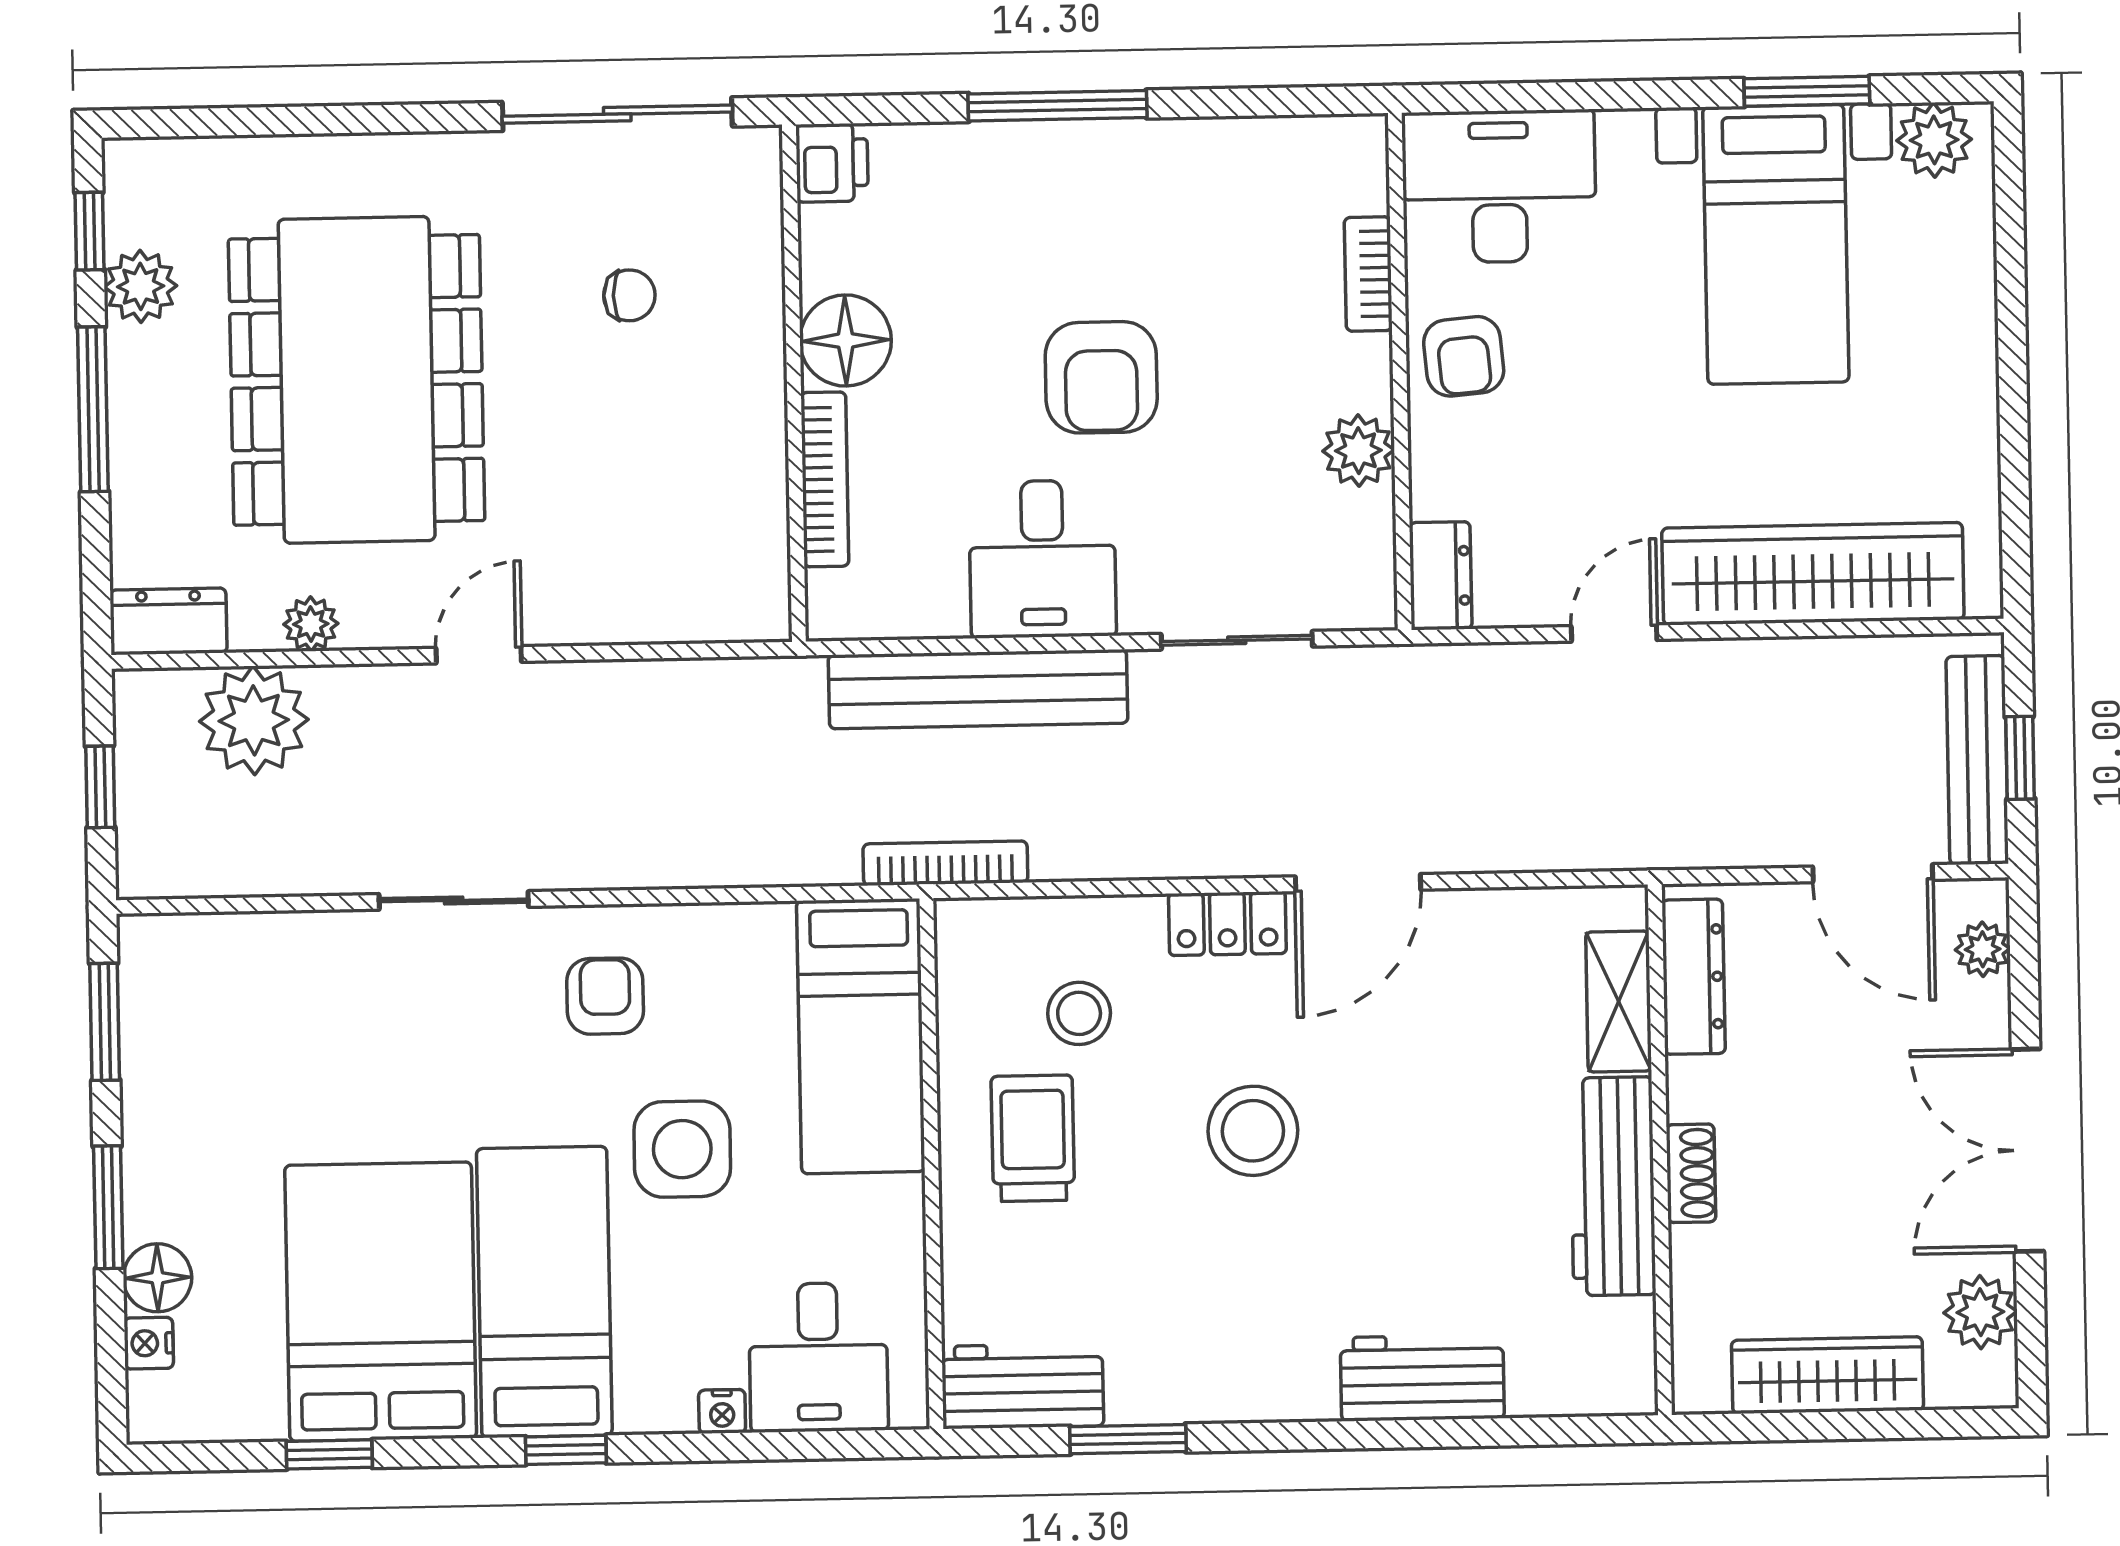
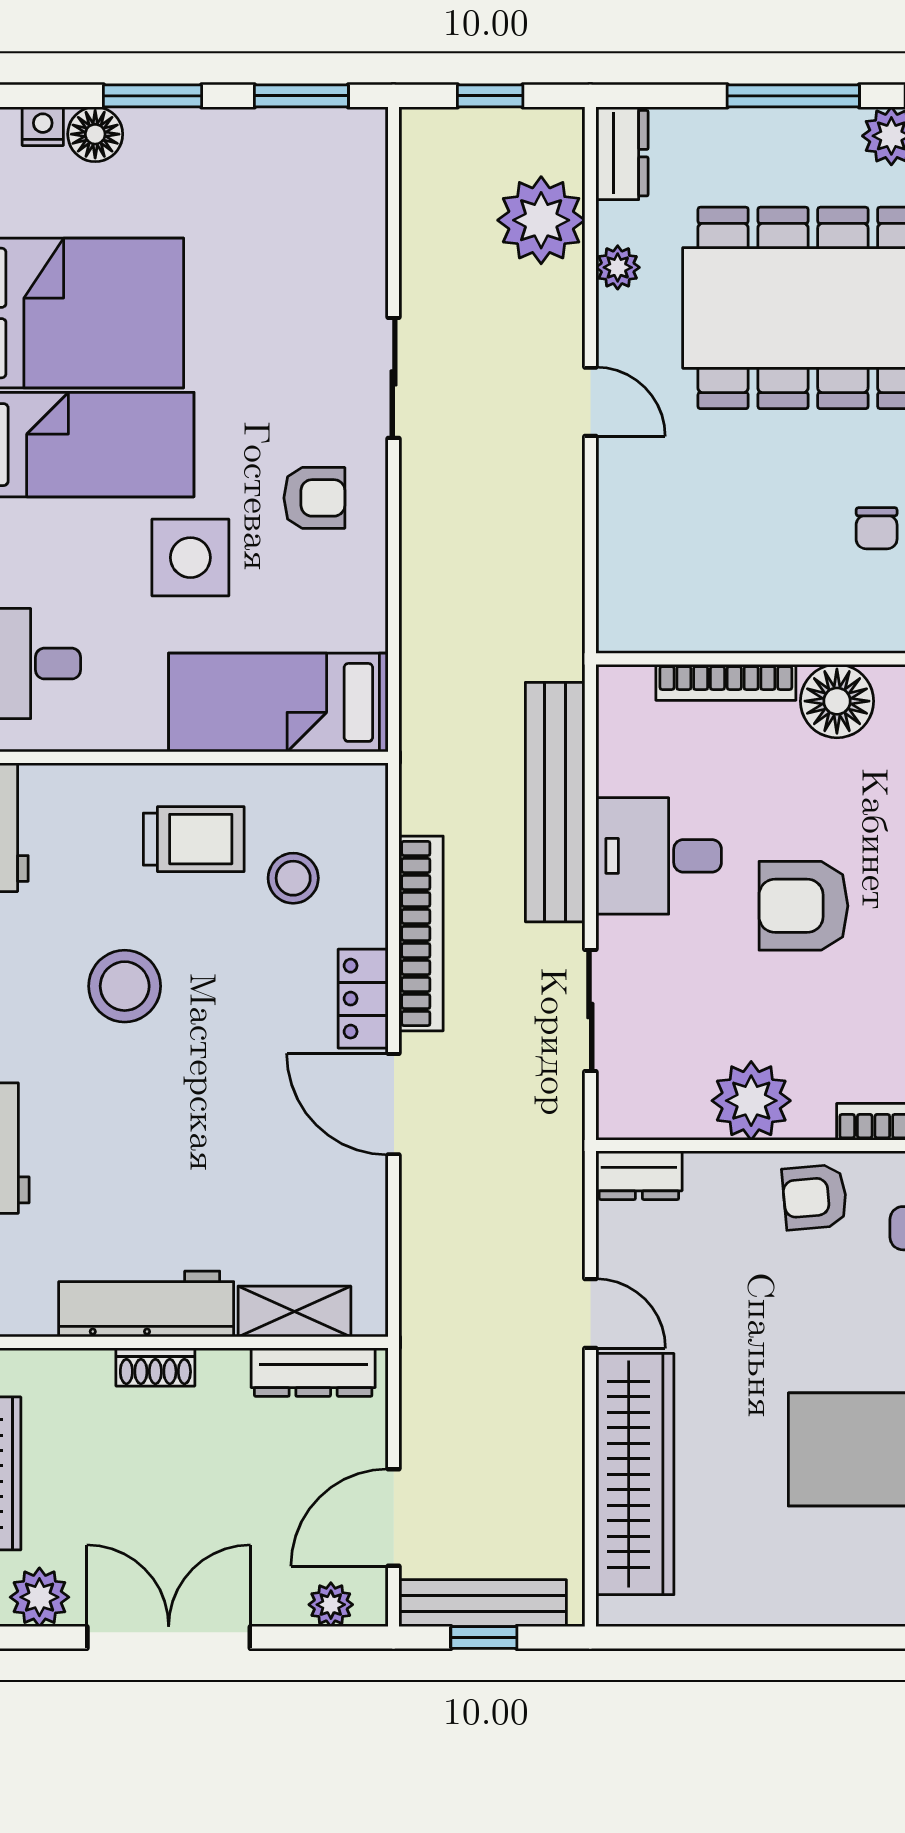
plant: (1358, 451) -> (751, 1101), width x1.36, depth x1.36
bookcase: (945, 863) -> (421, 933), moved, width x1.48, depth x1.31
stool: (1253, 1131) -> (125, 986), moved

